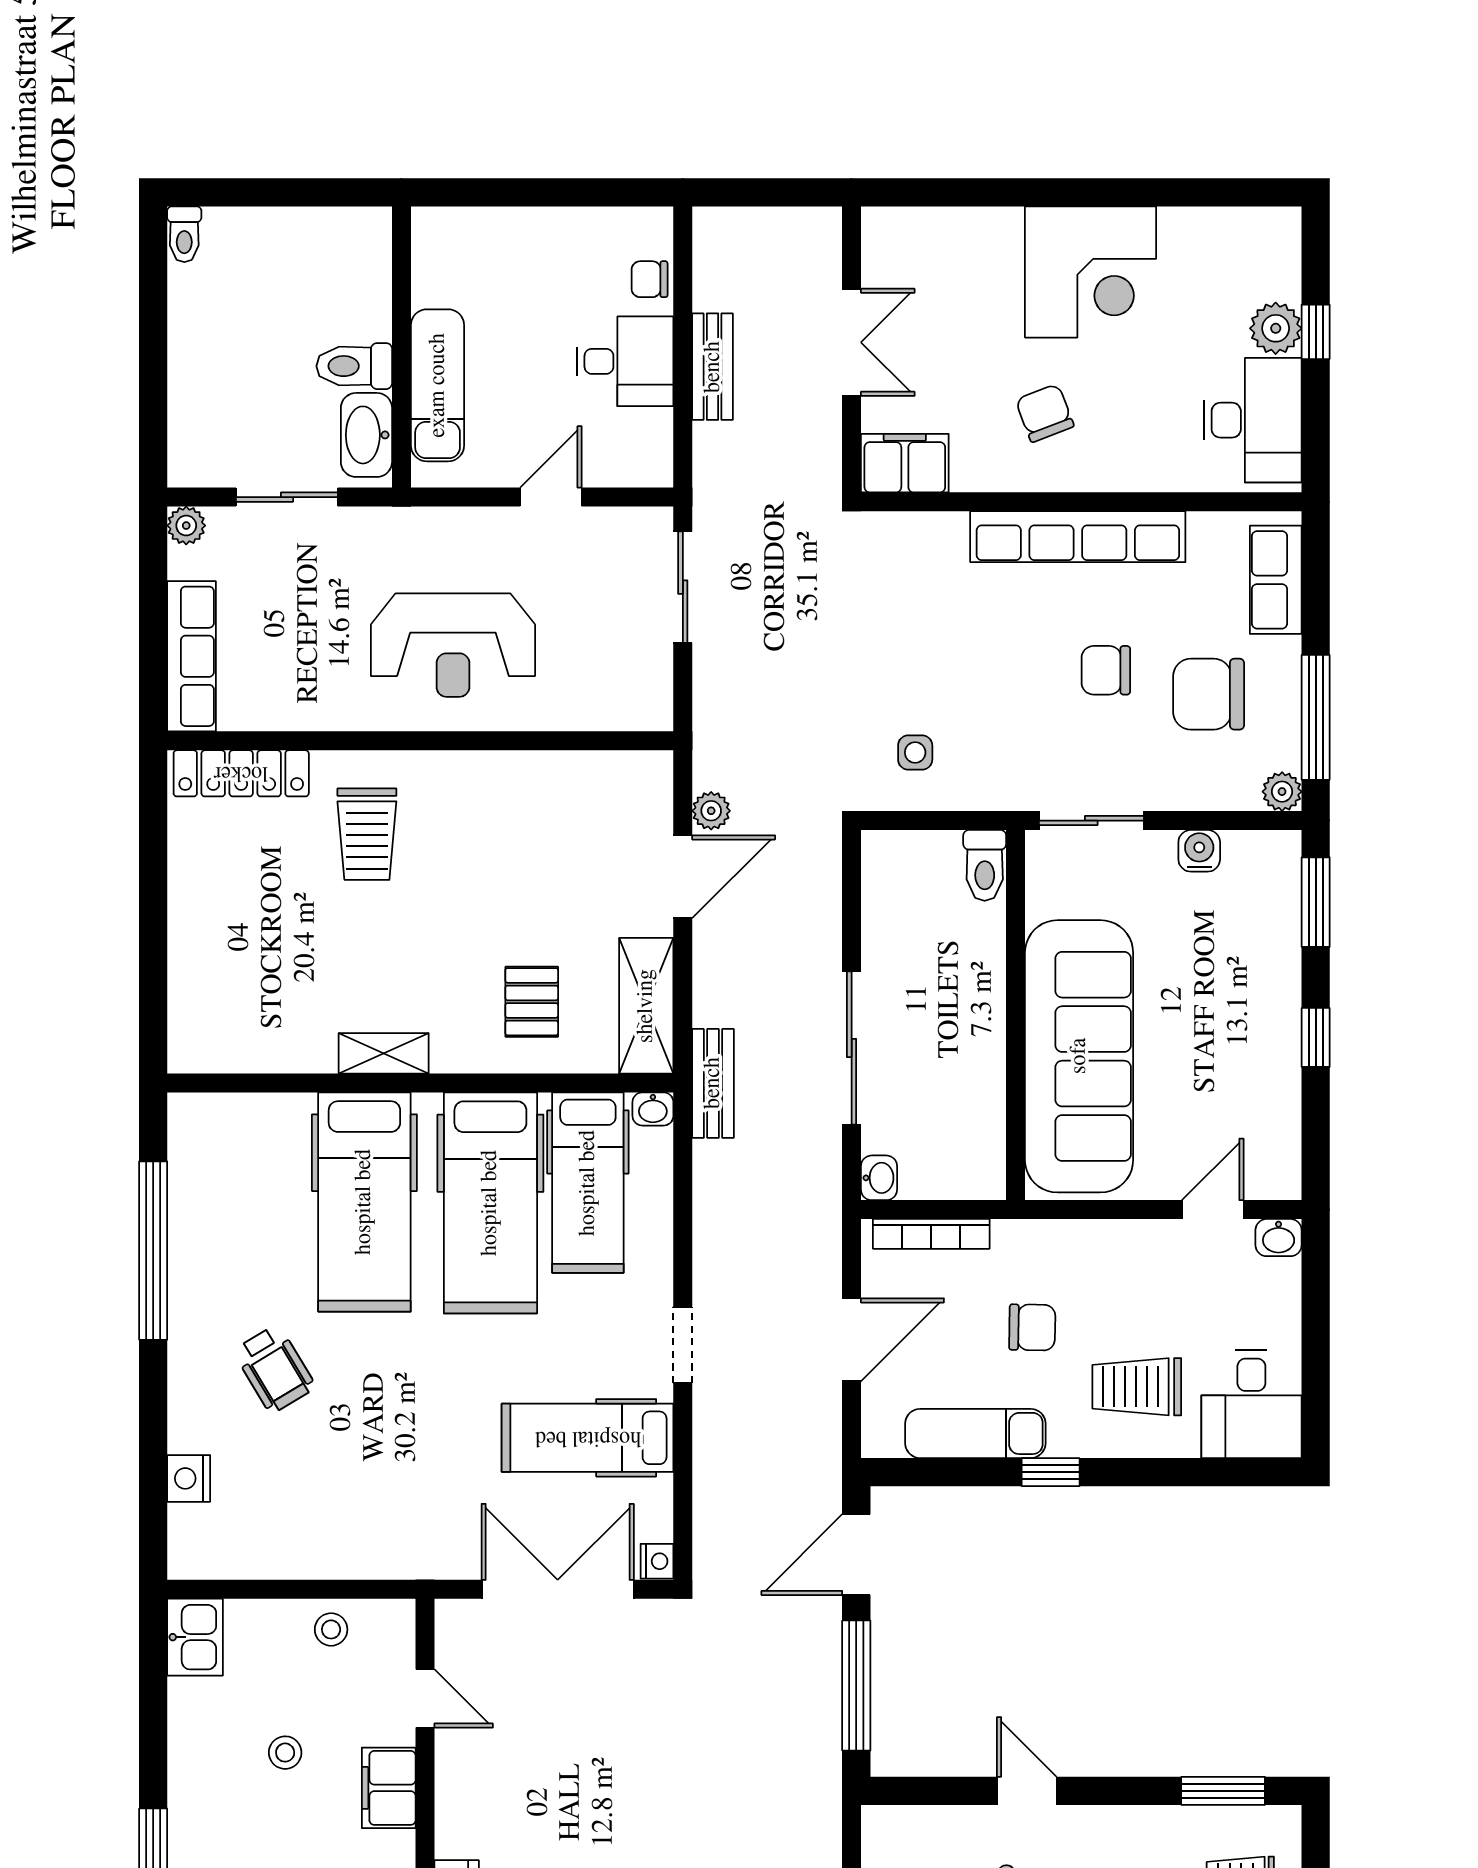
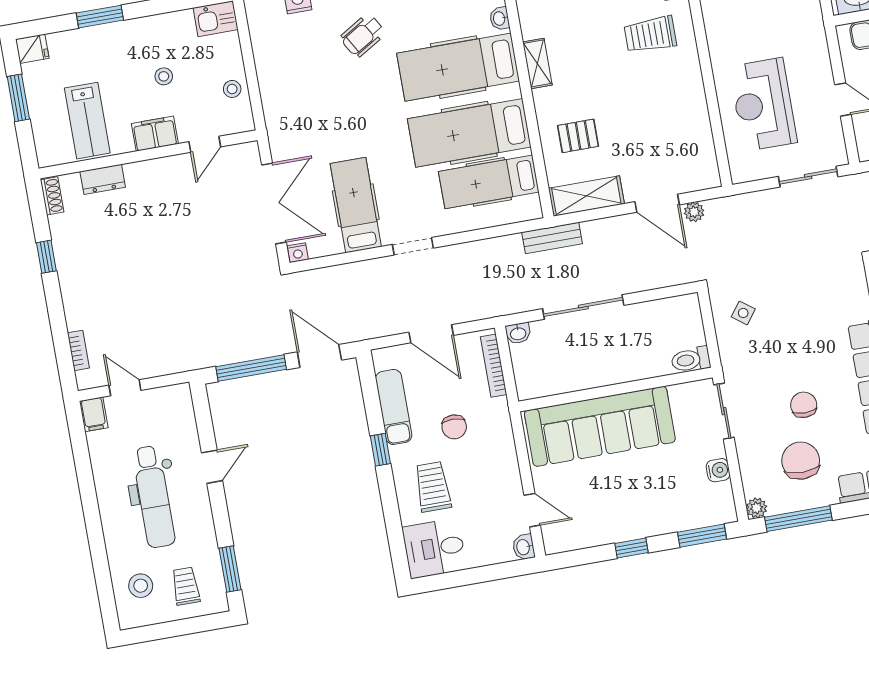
reception desk: (453, 645) -> (763, 105), moved
side table: (915, 753) -> (743, 313), turned 37
washbasin: (653, 1109) -> (500, 18), moved

